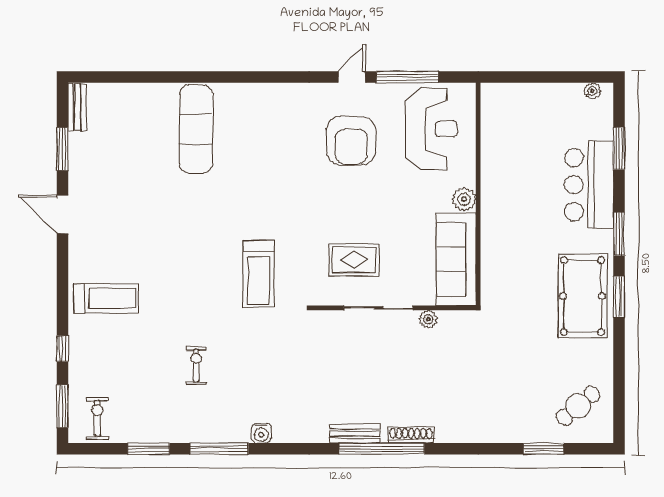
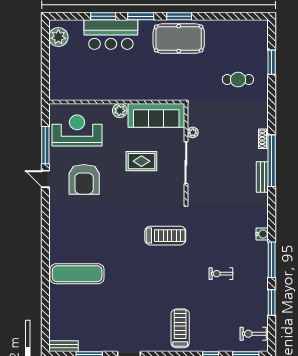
plant: (592, 91) -> (58, 37), width x1.88, depth x1.88
armchair: (351, 141) -> (84, 179), turned 90
window: (619, 148) -> (103, 16), moved
rug: (354, 260) -> (141, 161), moved, turned 90
cafe table: (578, 406) -> (238, 80), moved, turned -50
shoe rack: (411, 435) -> (263, 139), width x0.70

